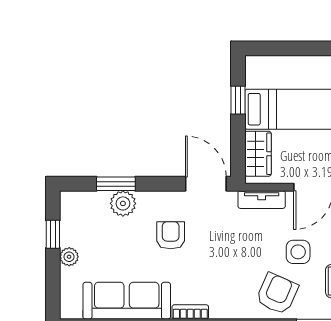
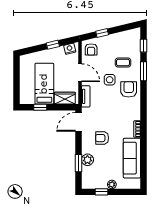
armchair: (277, 294) -> (129, 89), turned 66

